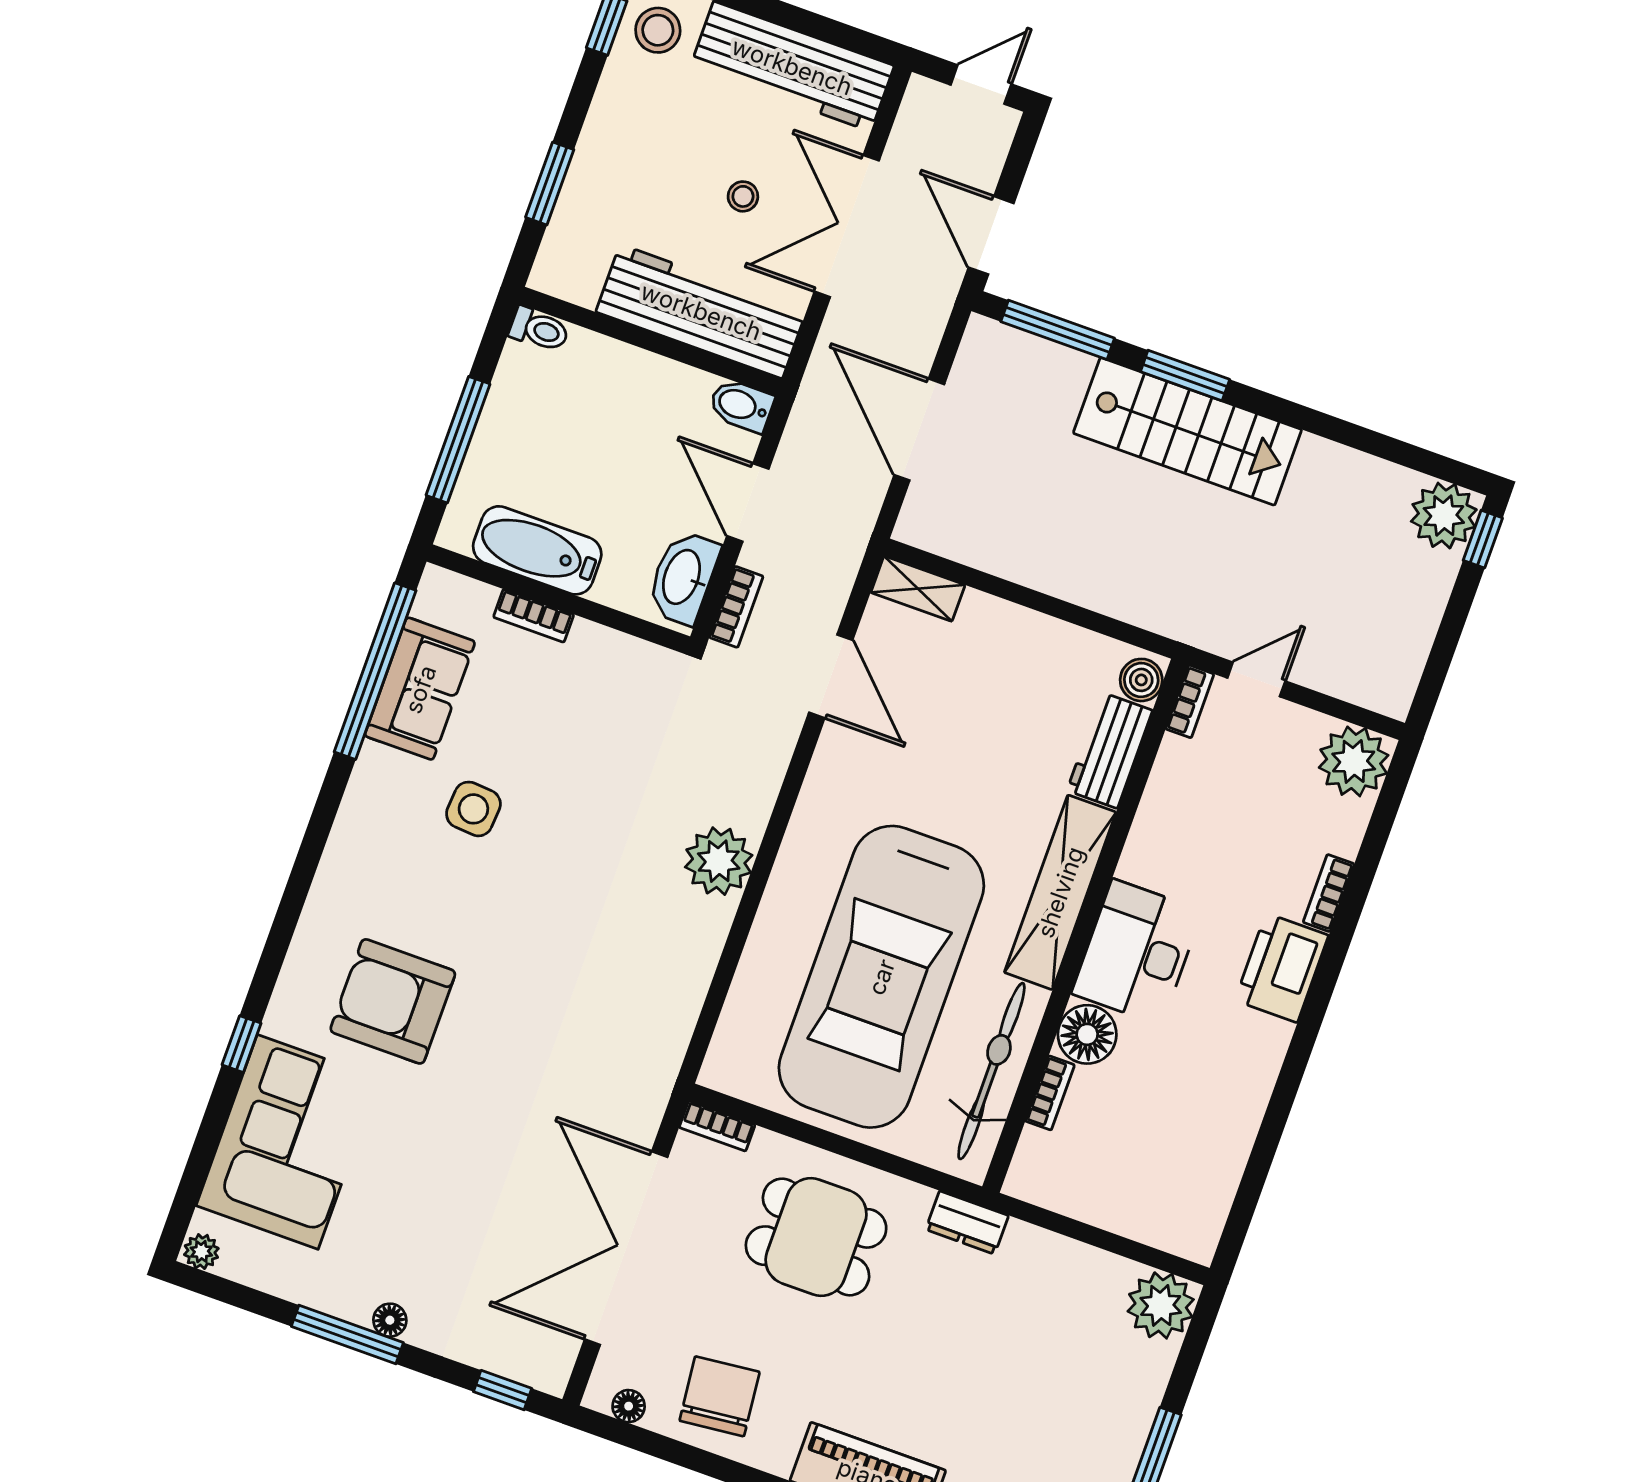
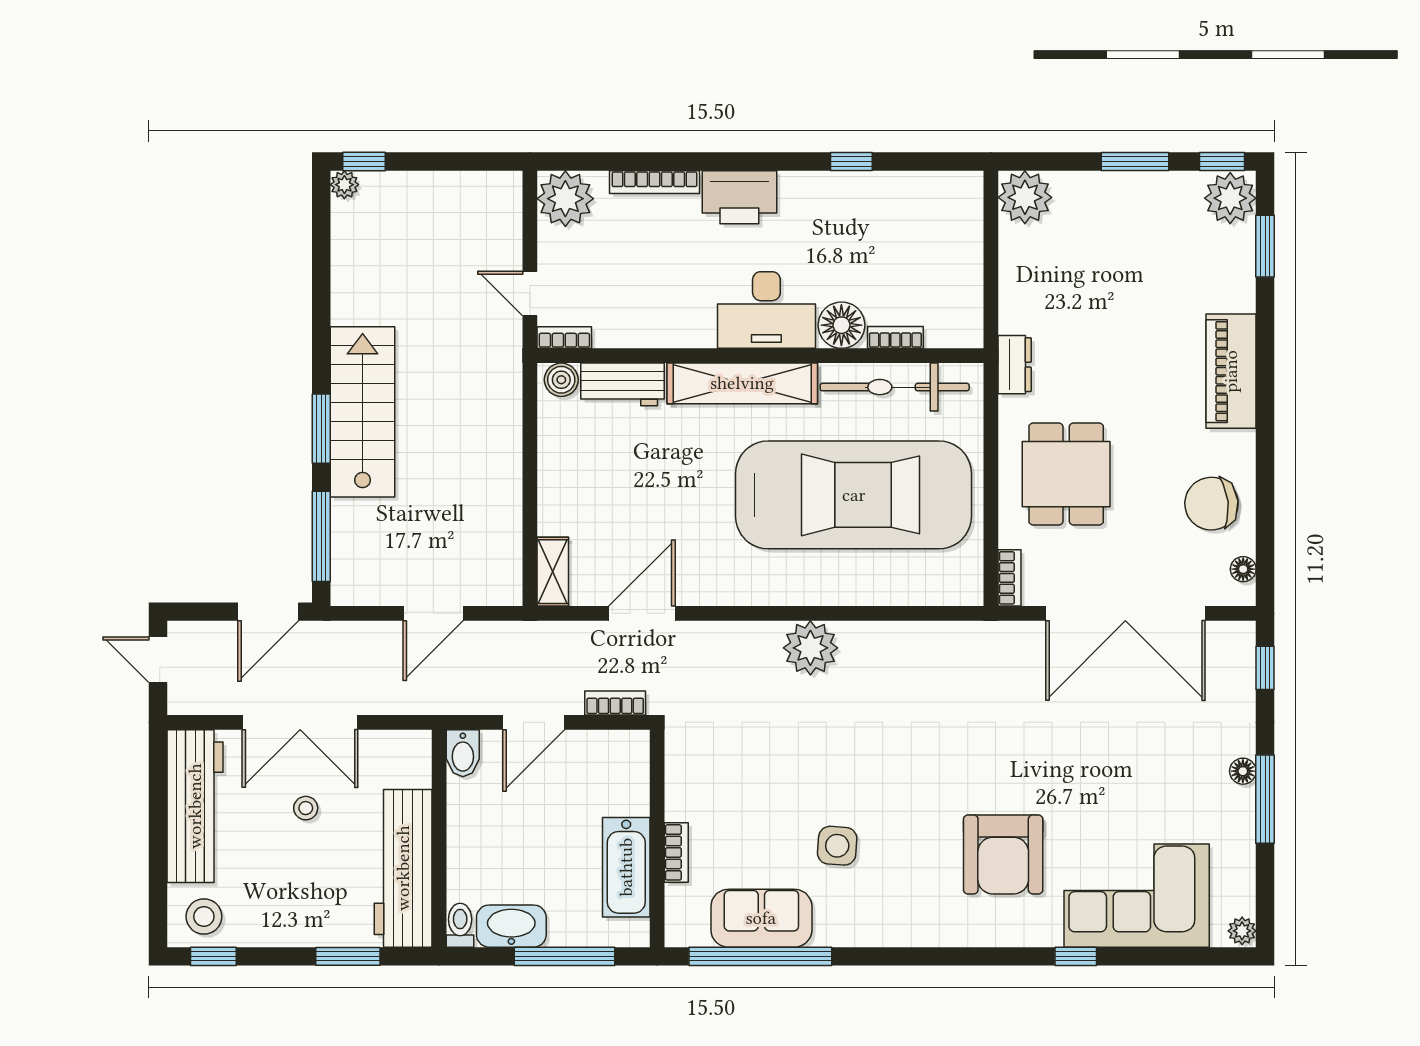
workbench: (701, 311) -> (403, 868), moved
door: (919, 430) -> (433, 613), width x0.73
plant: (1444, 516) -> (344, 185), width x0.53, depth x0.53
washbasin: (683, 577) -> (511, 926), moved, turned 180
bookcase: (1329, 893) -> (655, 182), width x1.56
window: (1276, 1115) -> (851, 161), added

